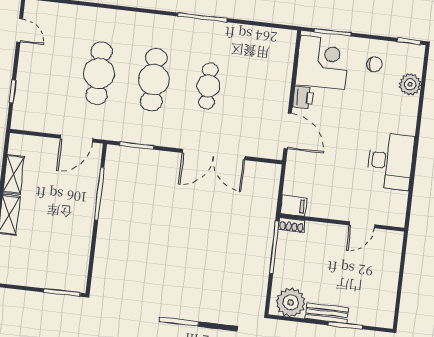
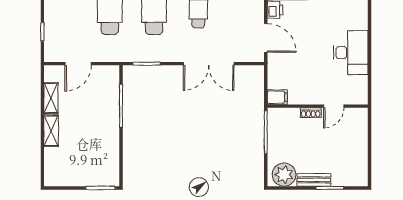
door: (77, 139) -> (78, 64), moved
shoe rack: (292, 225) -> (311, 113), moved

